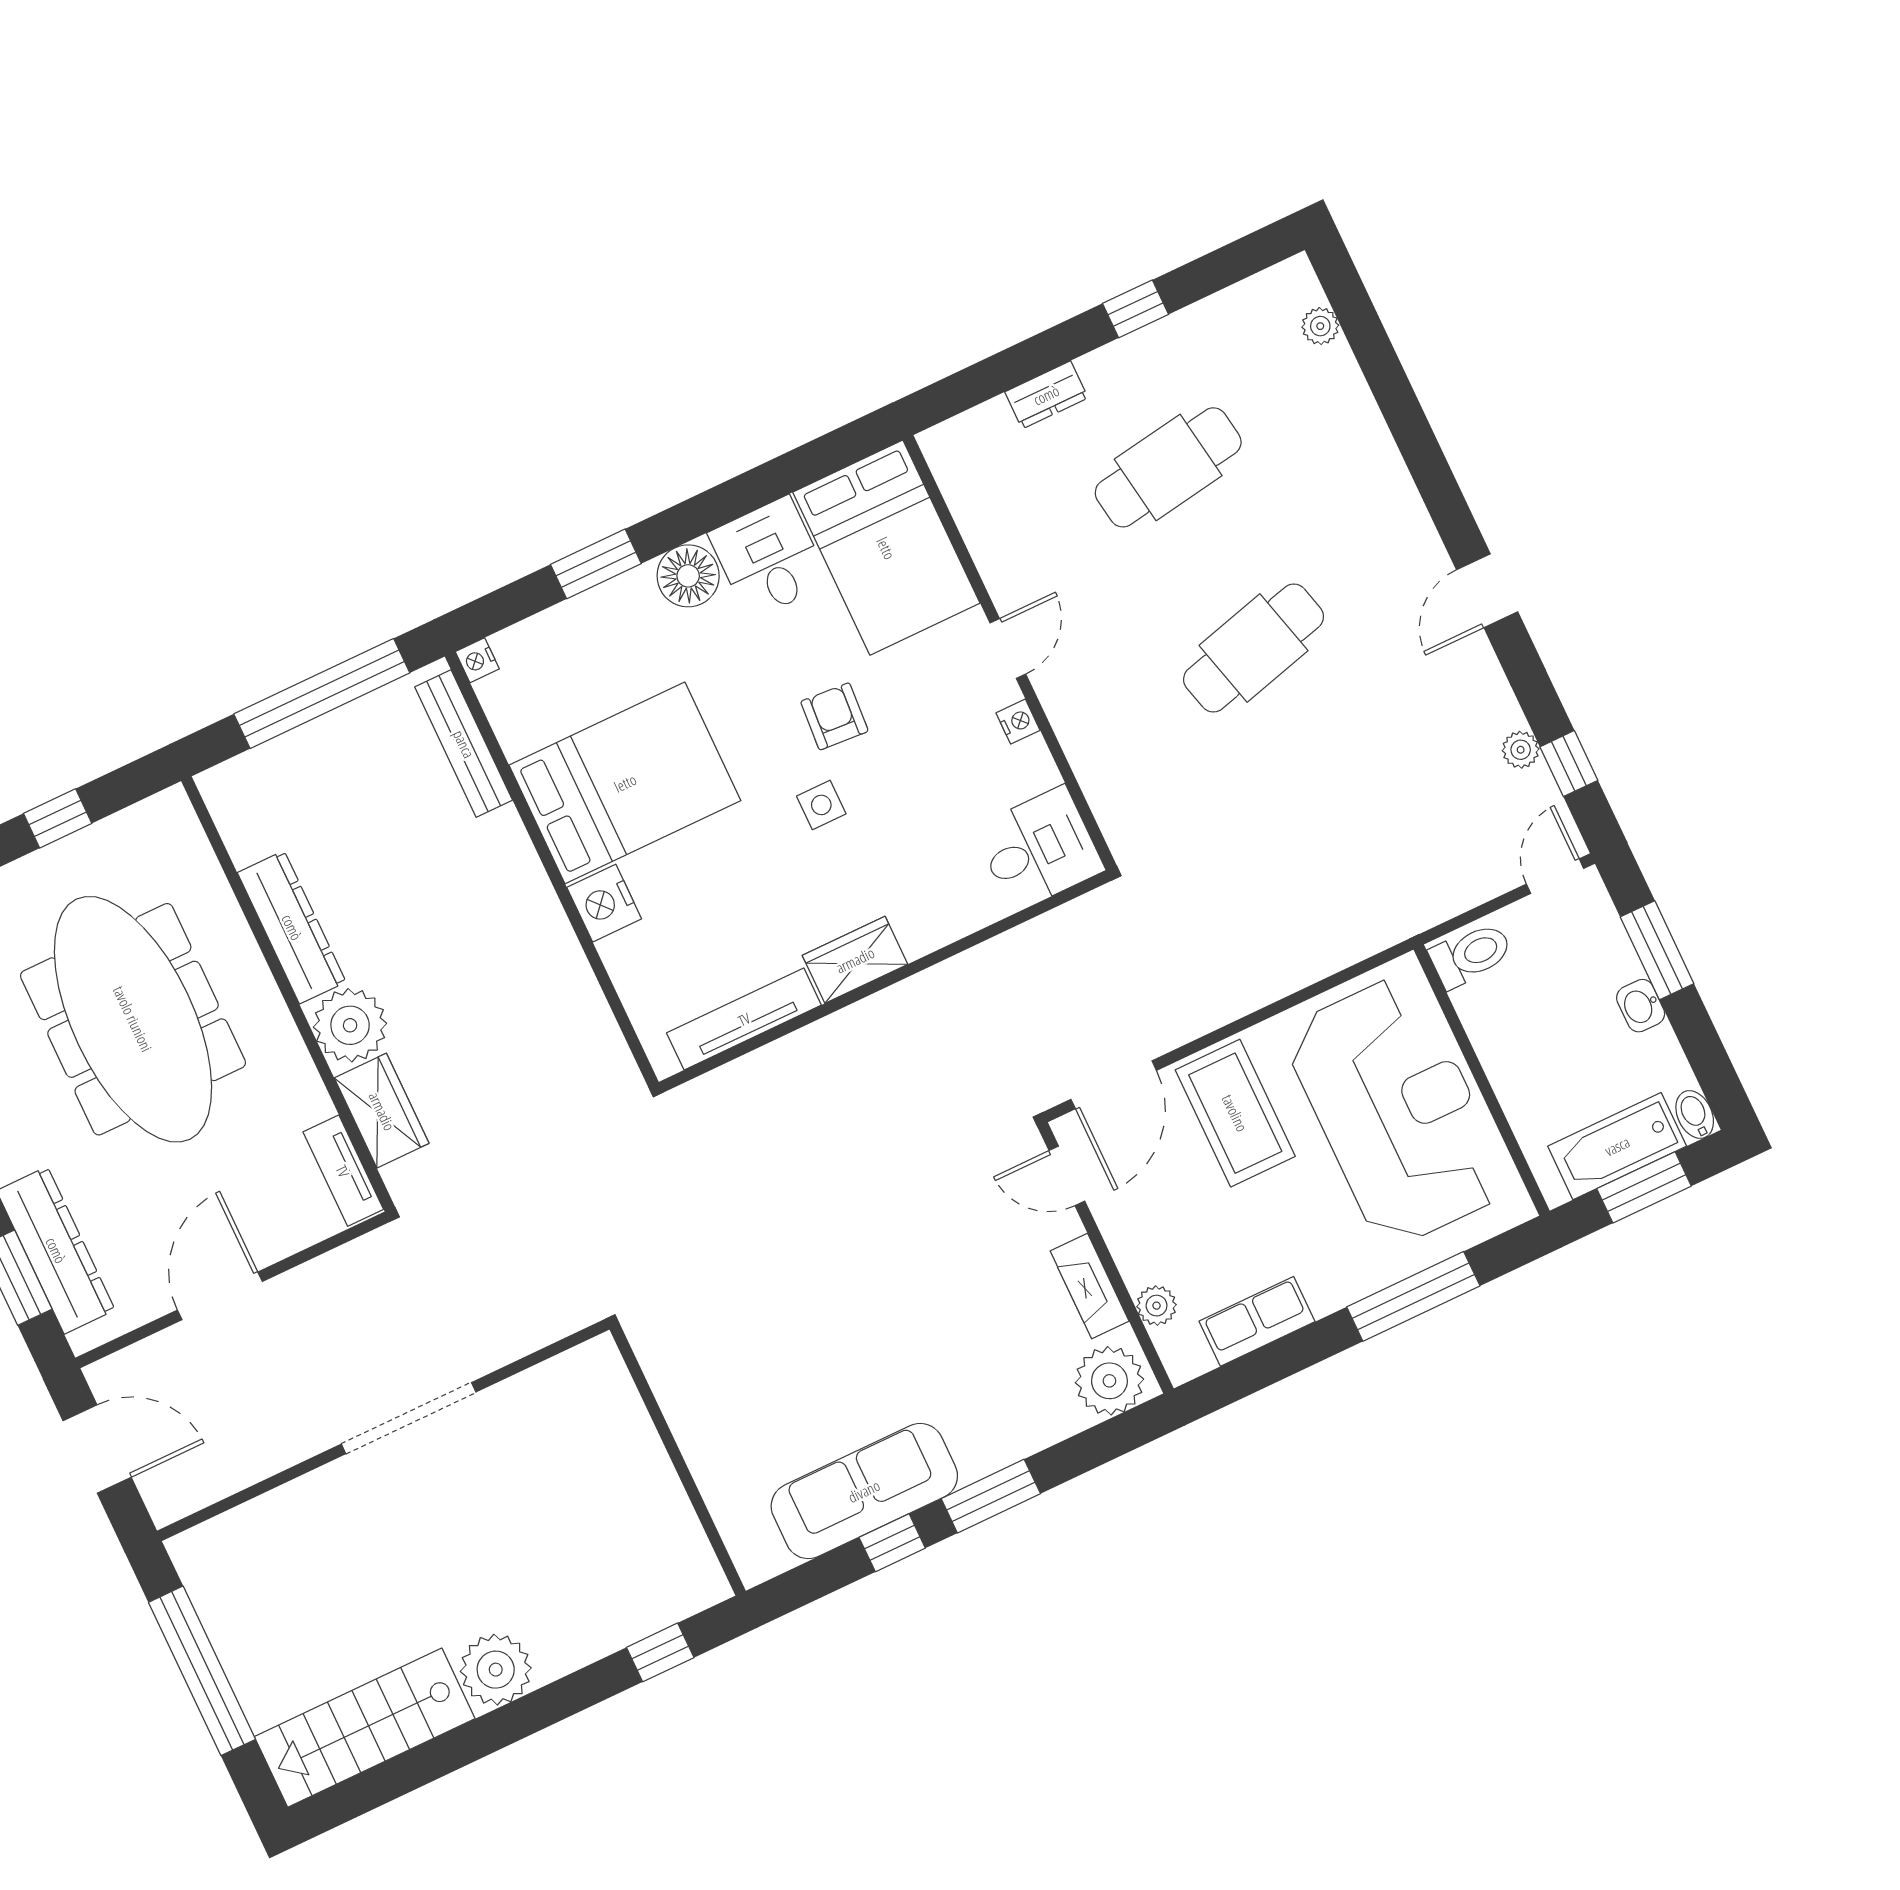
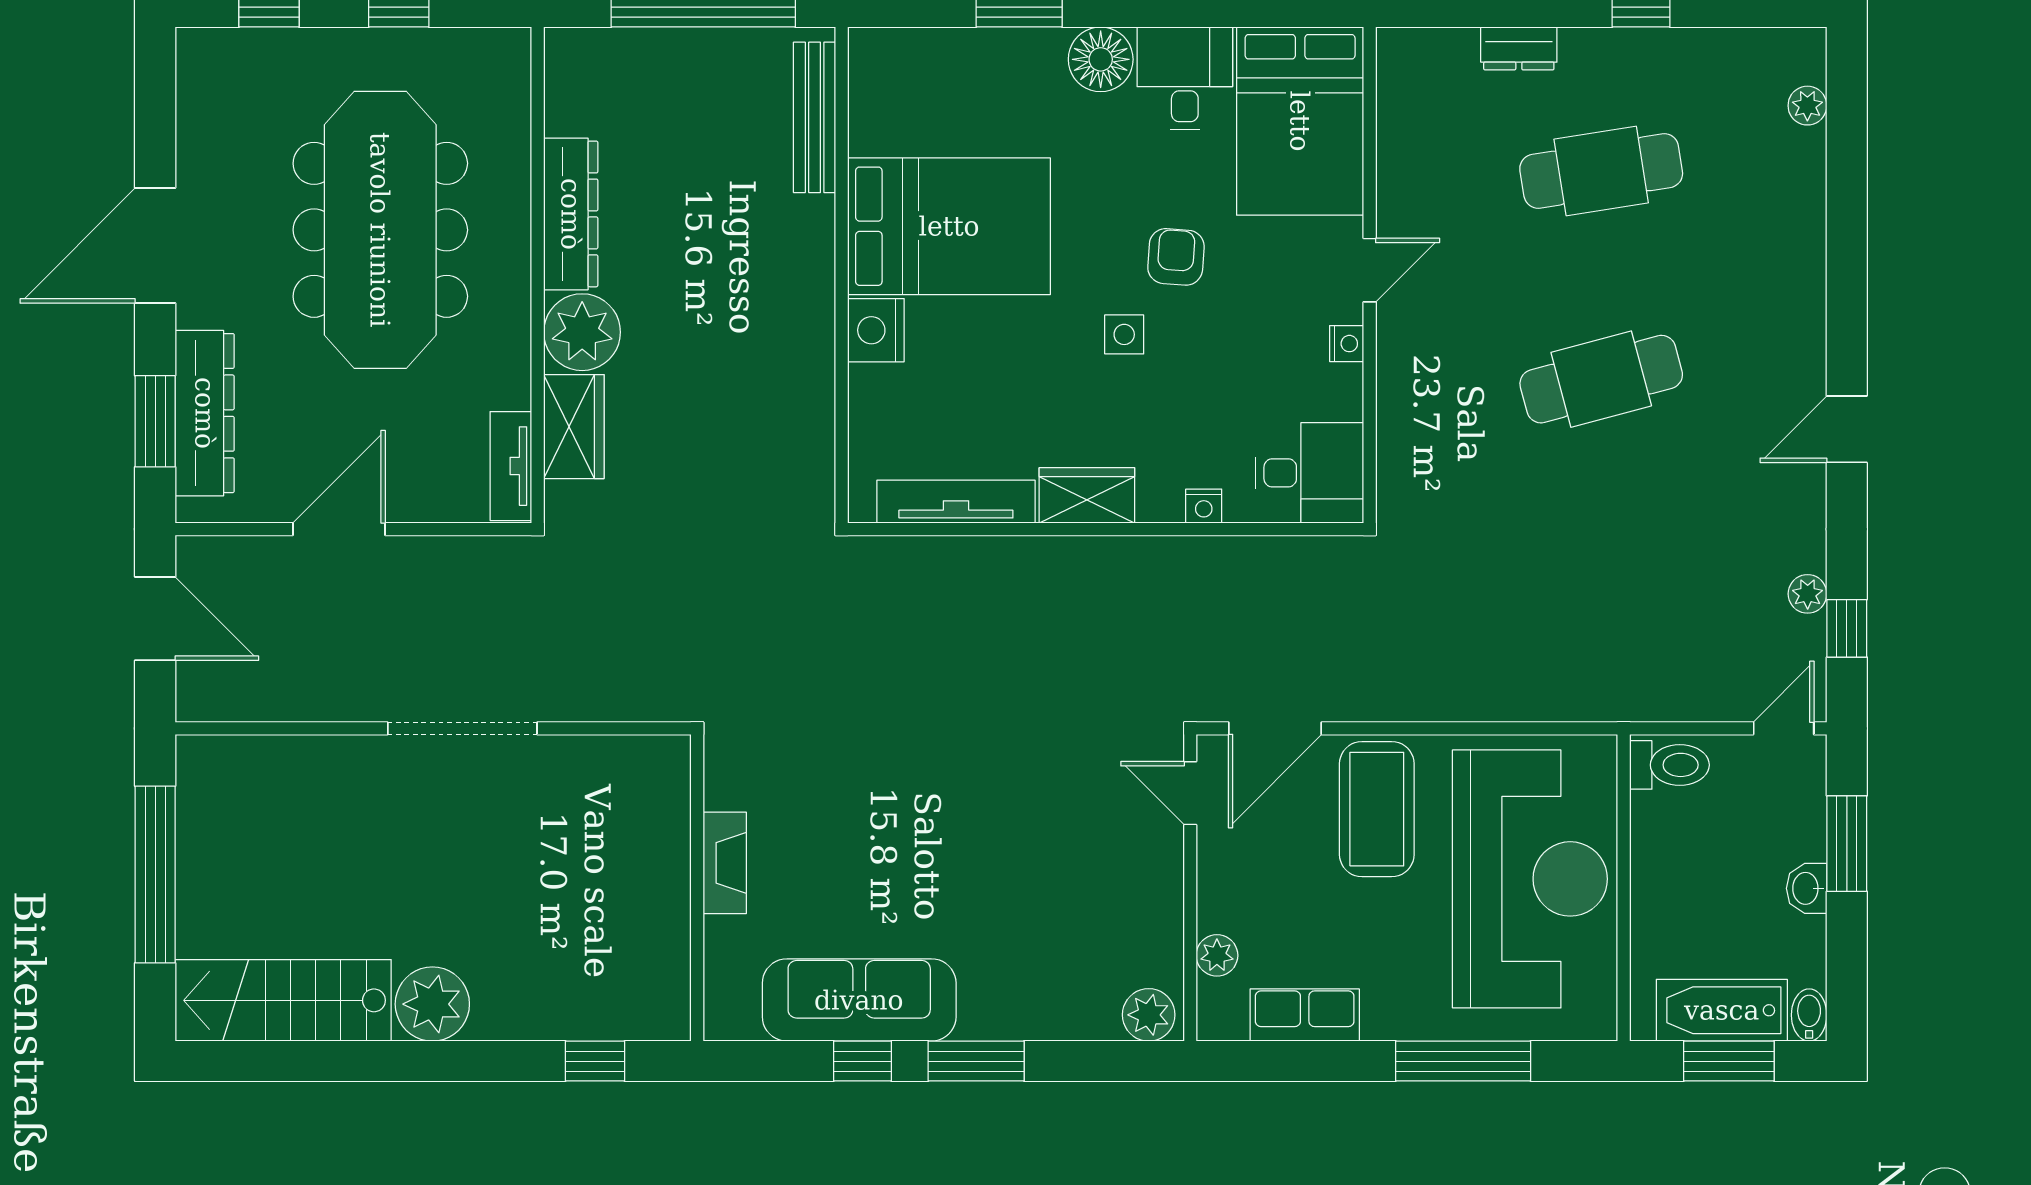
nightstand: (477, 660) -> (1204, 506), moved, turned -90
fireplace: (1090, 1286) -> (725, 863), moved, turned 180
plant: (1109, 1381) -> (1149, 1015), width x0.73, depth x0.73

